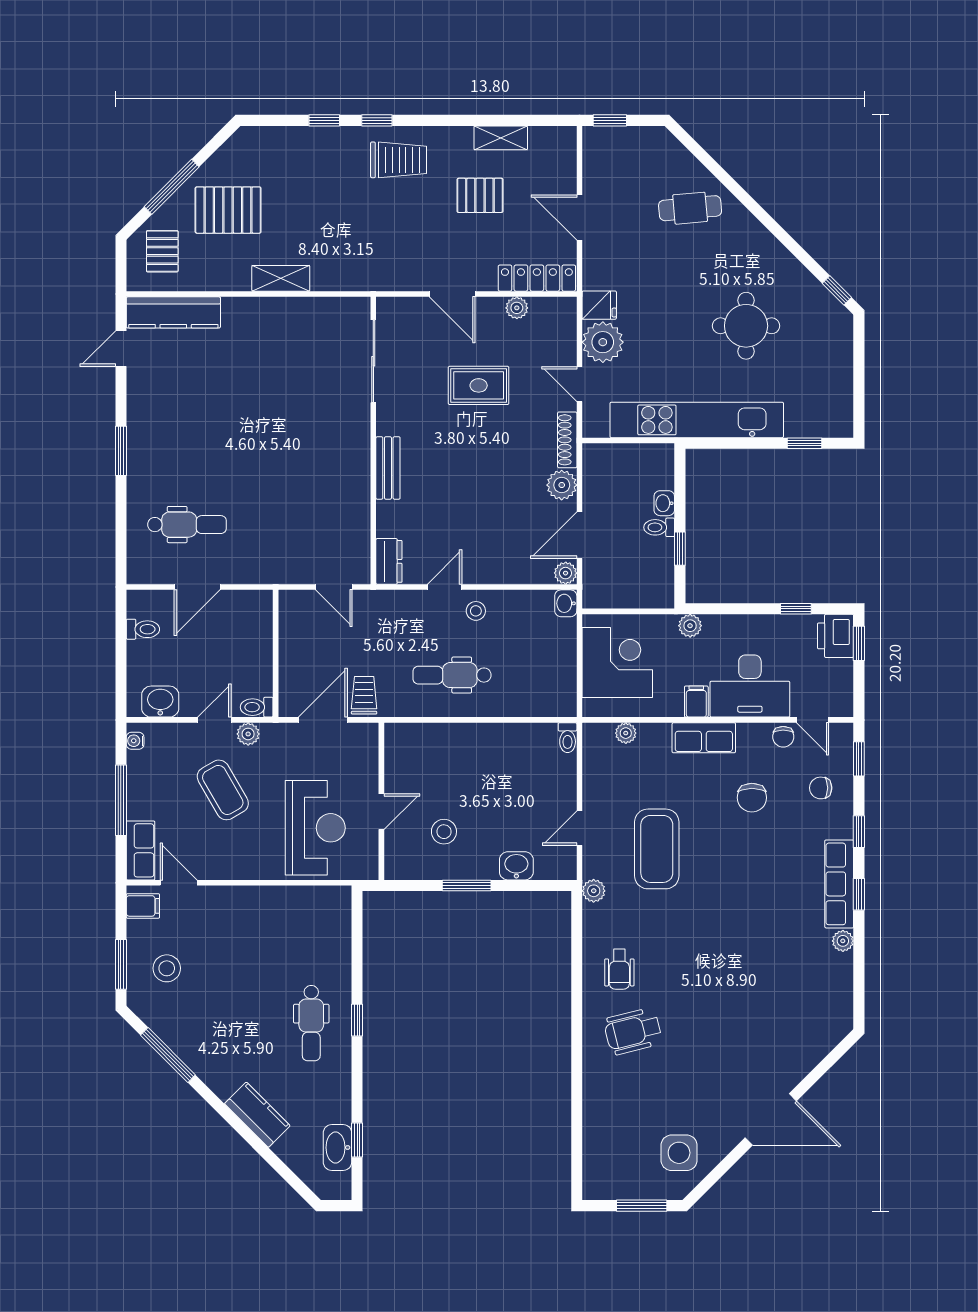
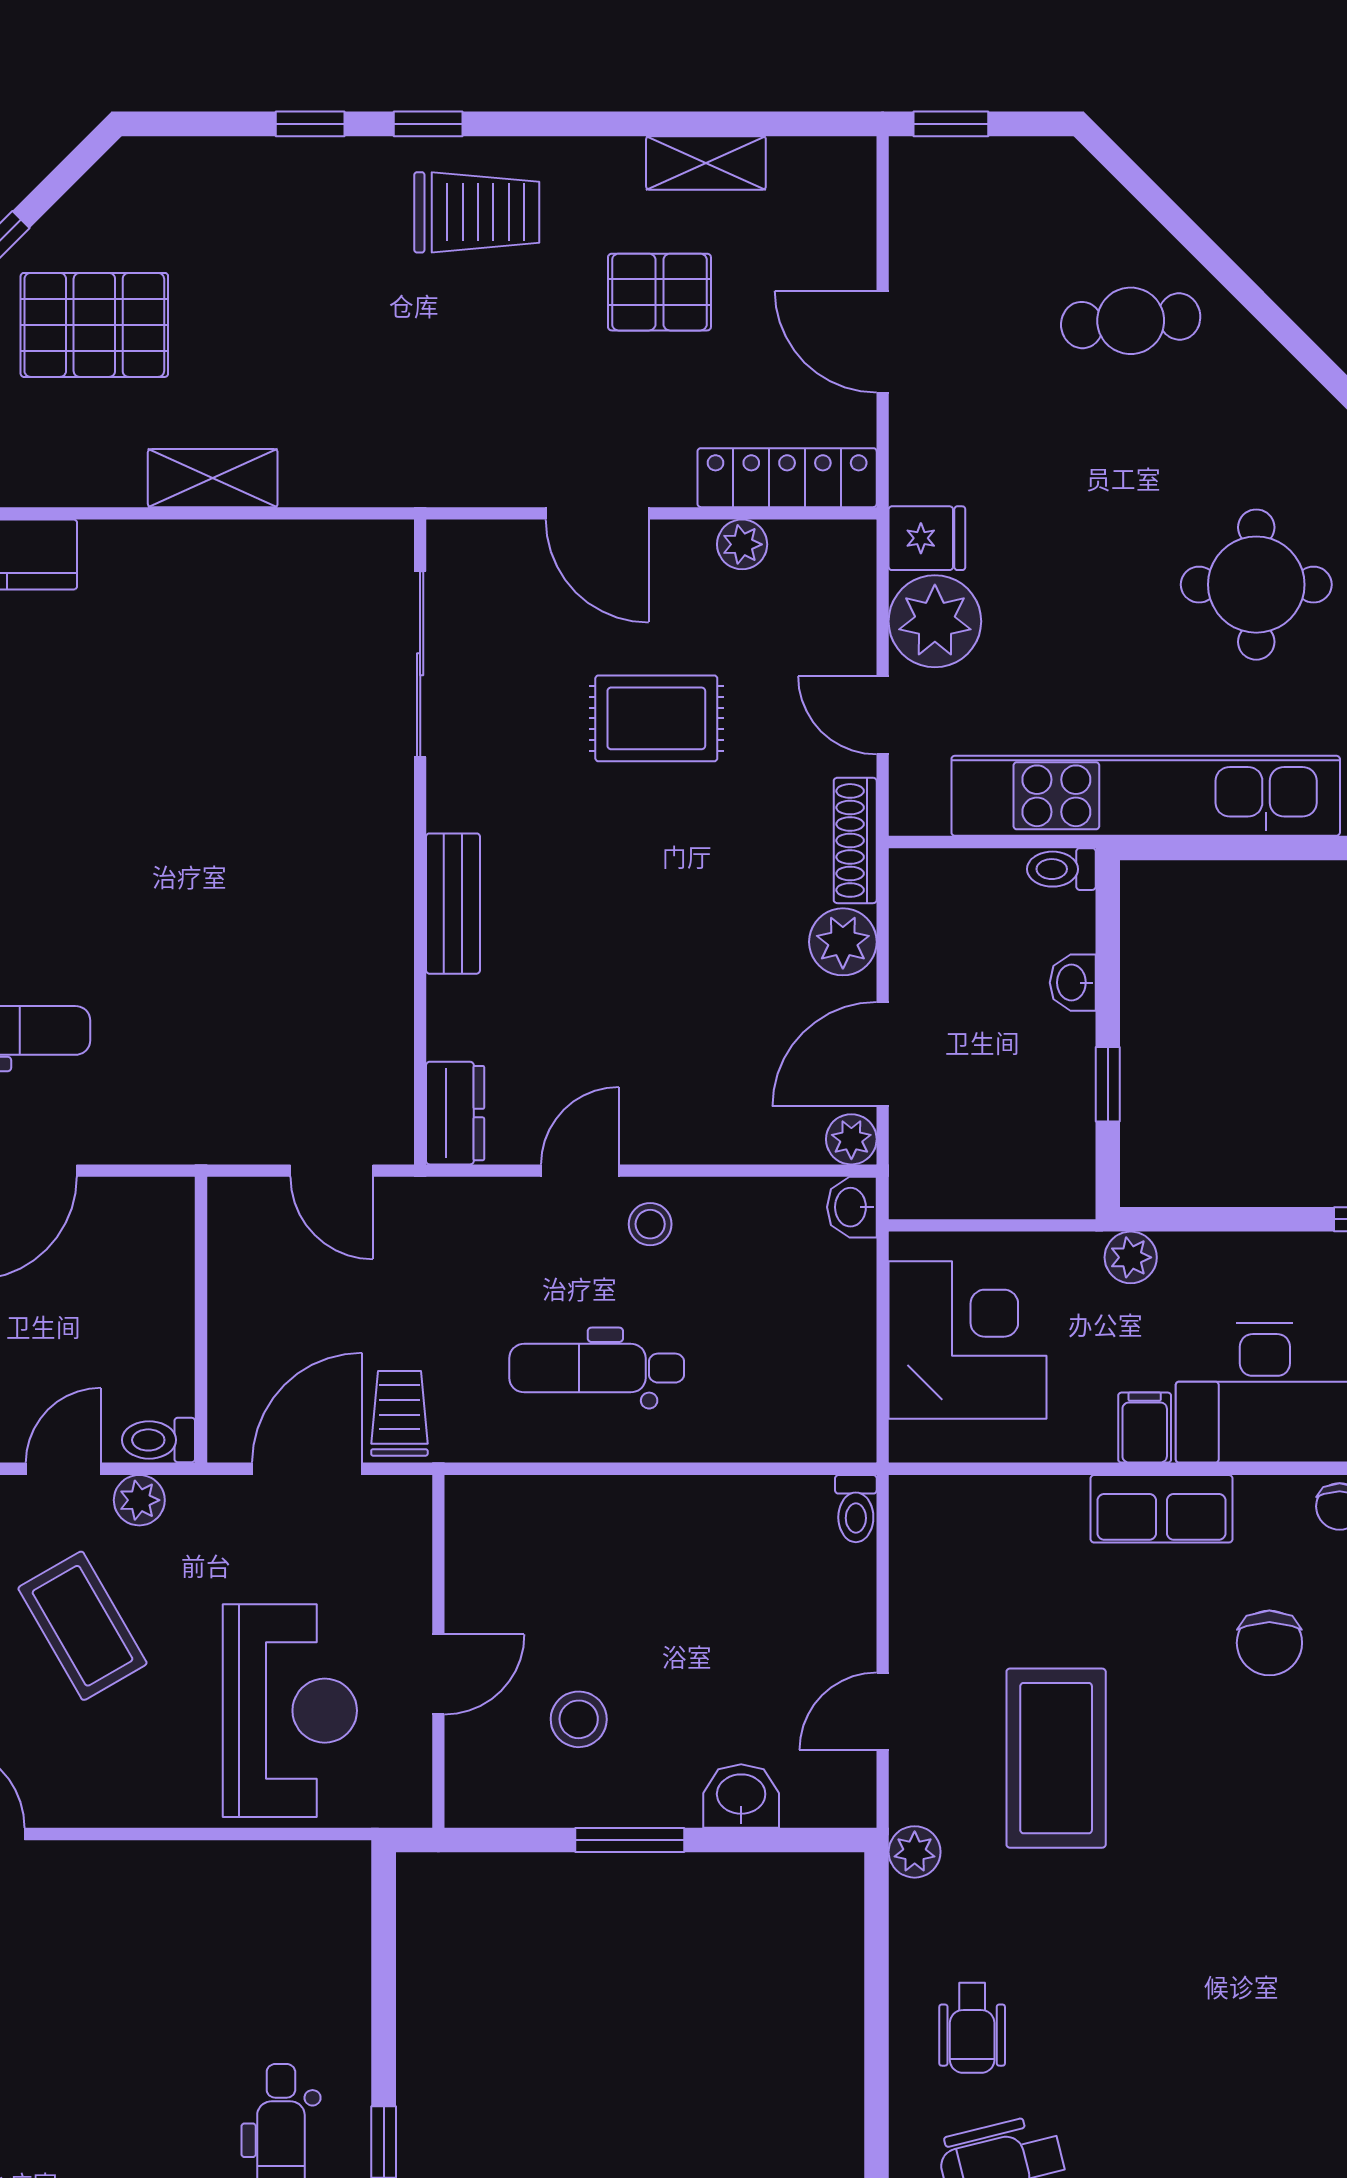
toilet: (659, 527) -> (1061, 869), moved
plant: (626, 733) -> (986, 1498), removed

